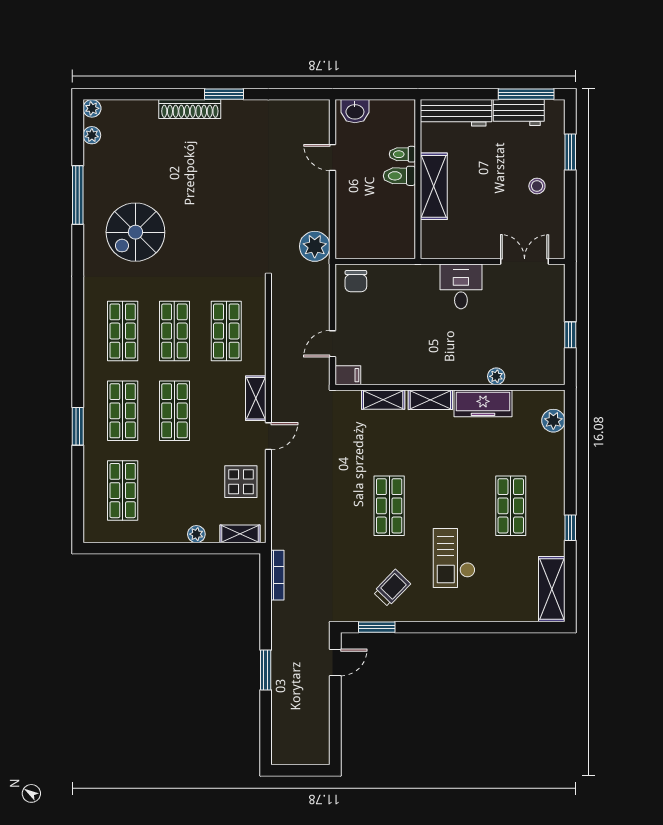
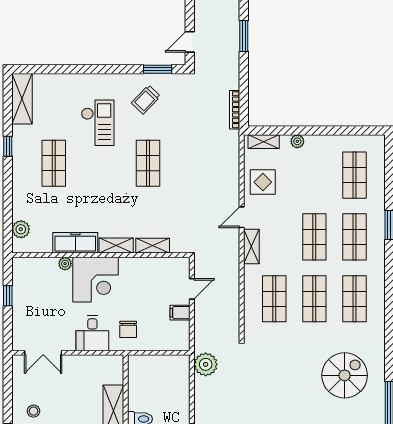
chair: (356, 281) -> (128, 329), moved, turned 180
corner desk: (457, 356) -> (96, 280), added
filing cabinet: (348, 375) -> (180, 313), moved

